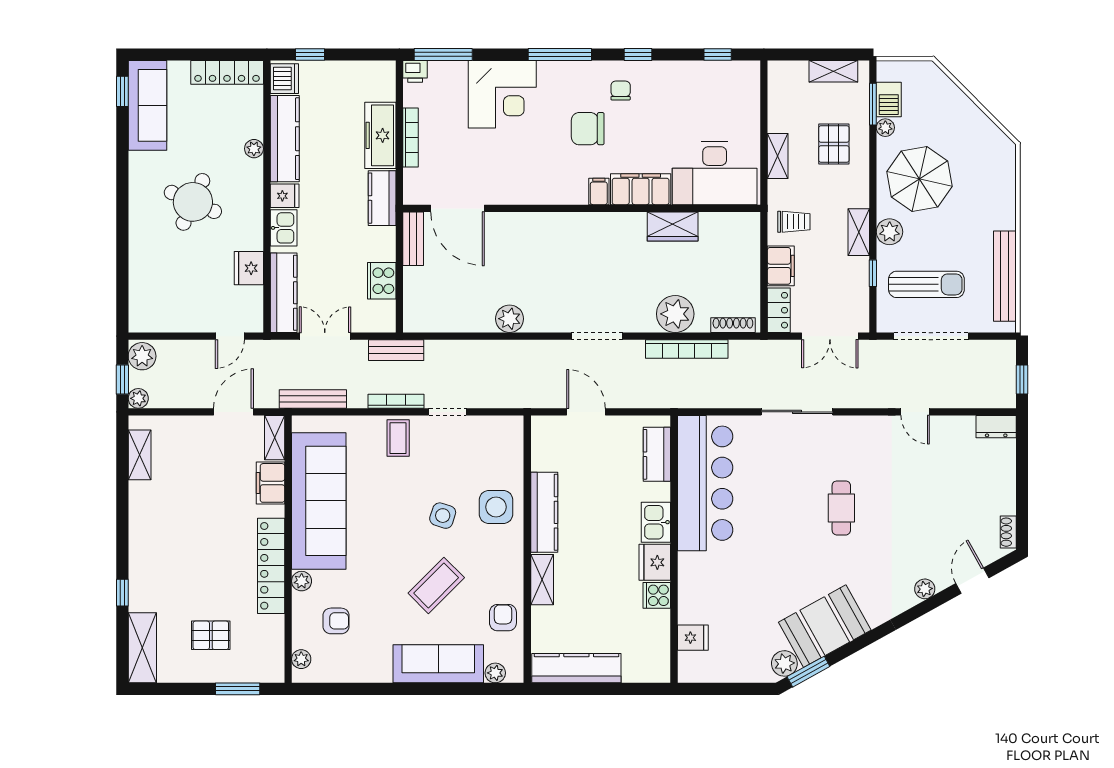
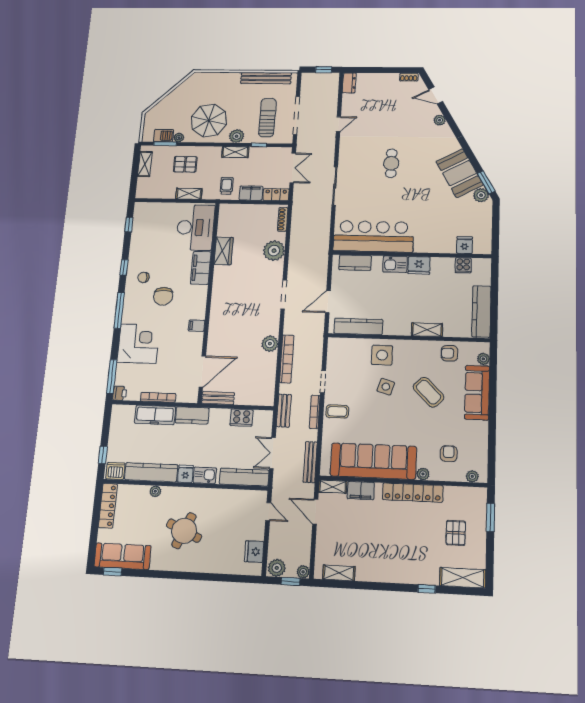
filing cabinet: (599, 191) -> (197, 326), moved
fridge: (249, 268) -> (254, 552), moved, turned 90
bookcase: (687, 349) -> (287, 359), moved
cafe table: (841, 508) -> (391, 163), turned 90
kitchen counter: (544, 512) -> (358, 326), moved
cooker: (657, 595) -> (463, 265), moved

